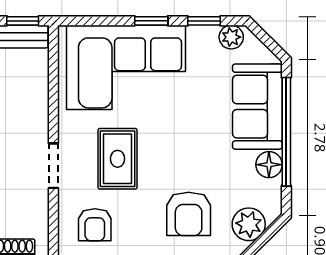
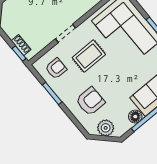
armchair: (189, 214) -> (90, 101), turned 180
armchair: (95, 225) -> (56, 68), turned 180

